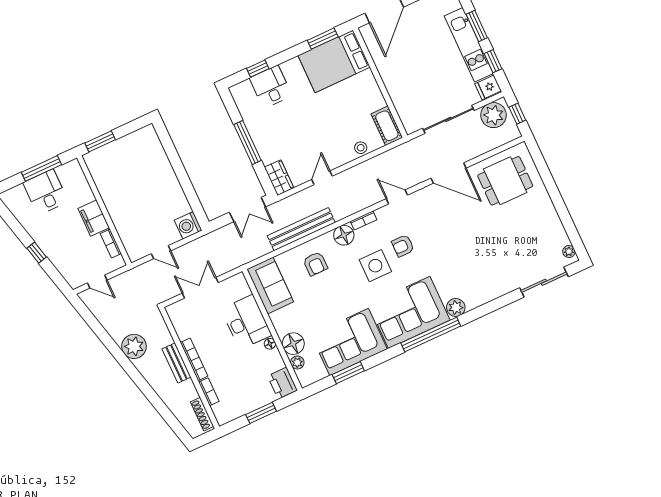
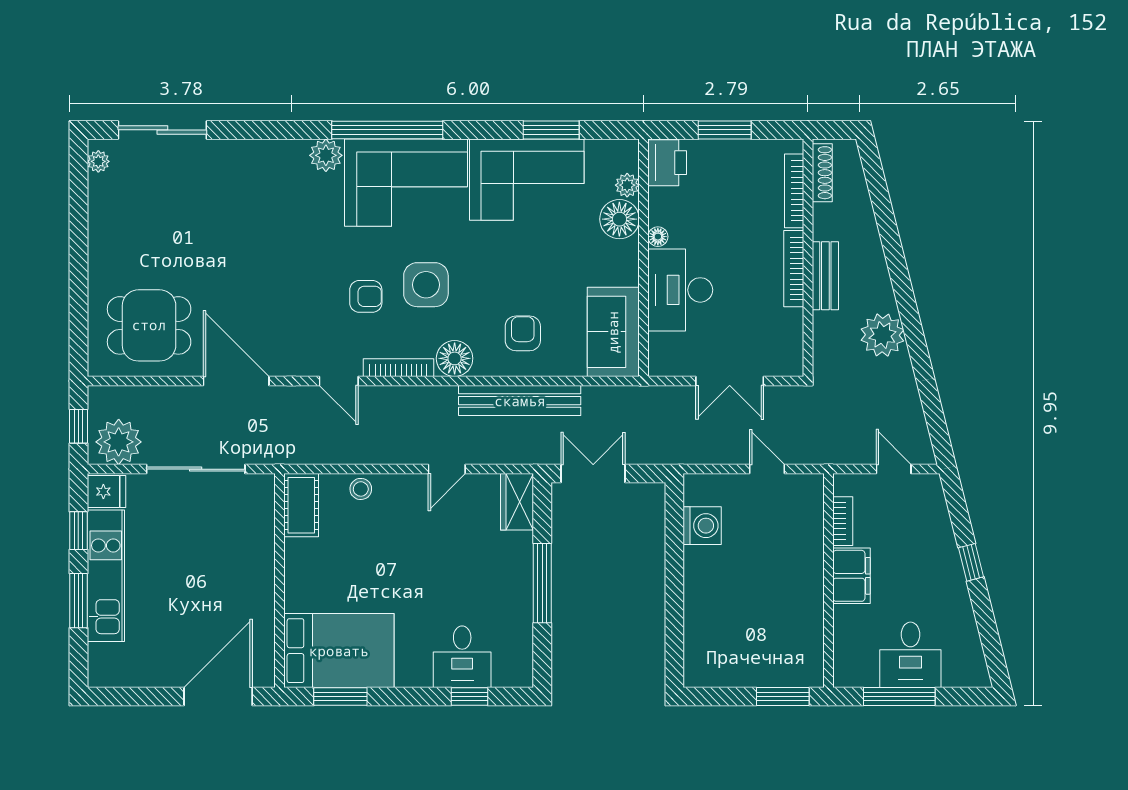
bookcase: (364, 220) -> (398, 368), width x1.56
washing machine: (188, 225) -> (702, 526), moved
bookcase: (209, 392) -> (794, 191), width x1.56

